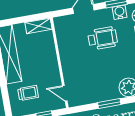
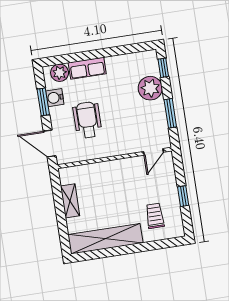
wall: (59, 63) -> (115, 158), moved
door: (65, 93) -> (153, 152), moved

